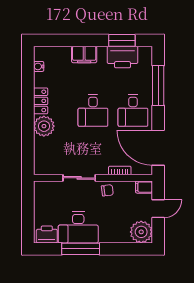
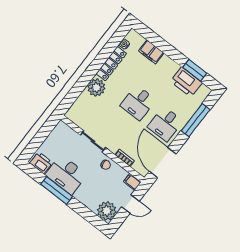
filing cabinet: (84, 54) -> (151, 52), moved
locker: (41, 101) -> (111, 64), width x1.53

